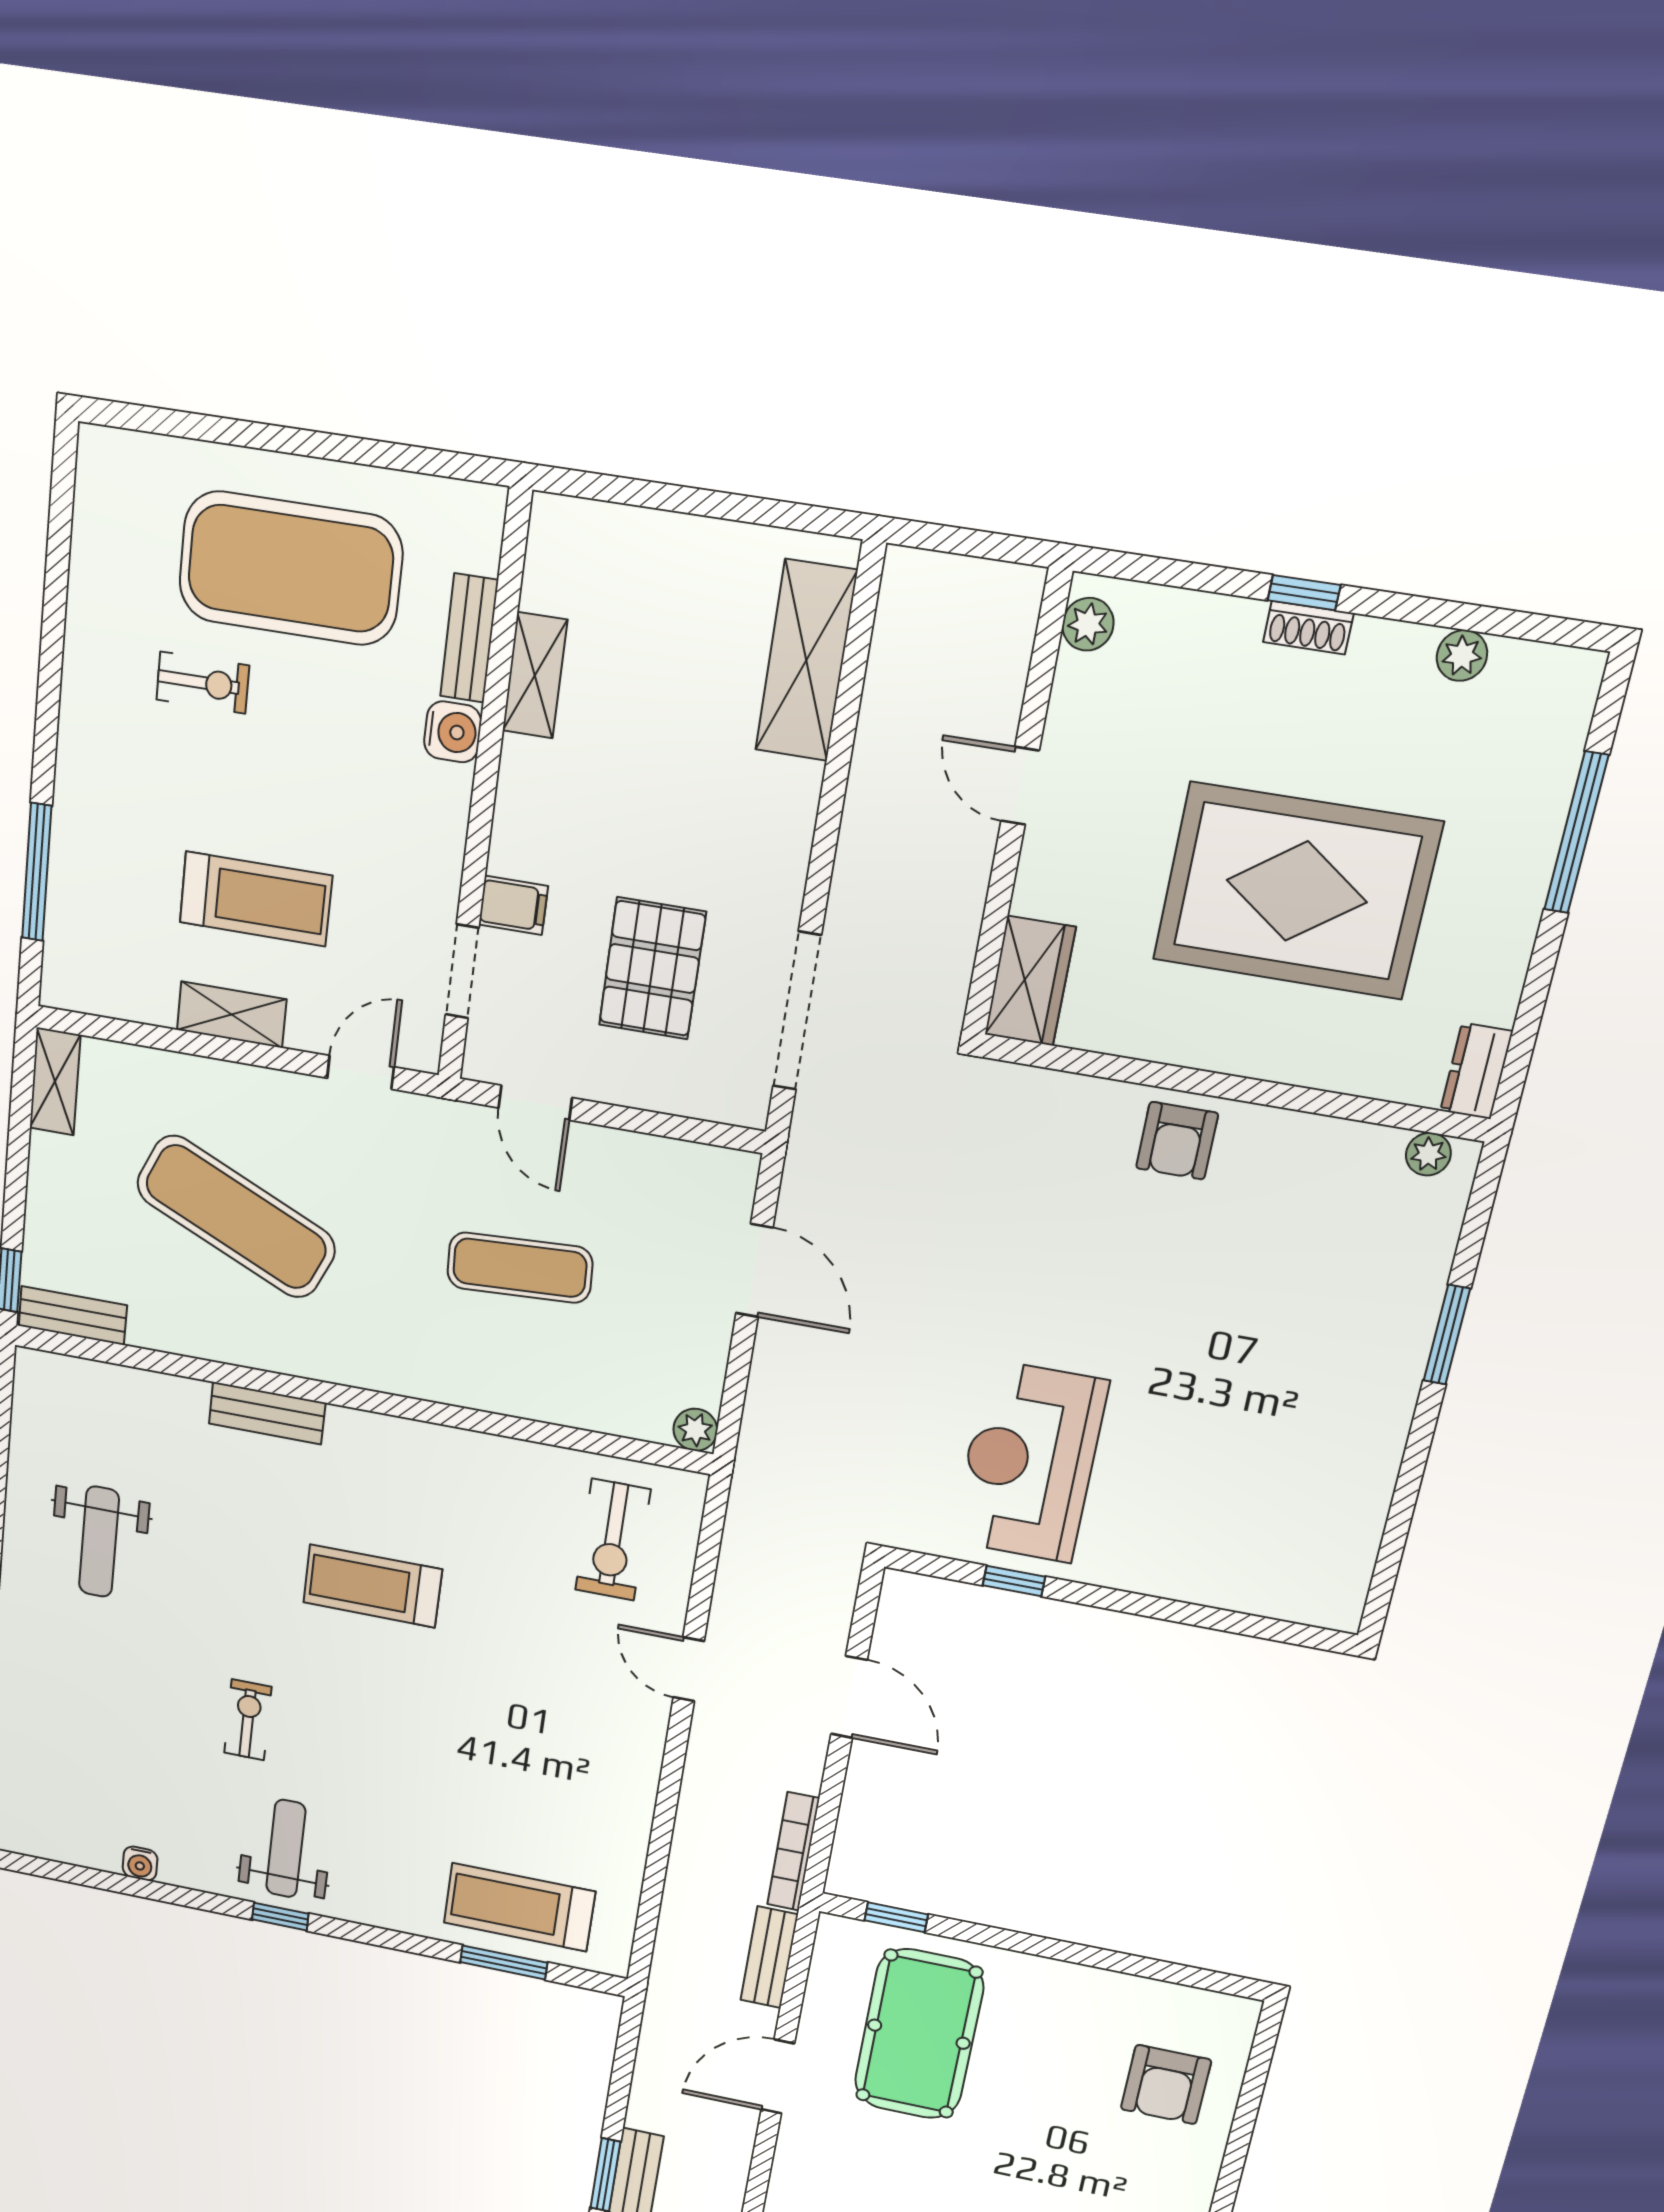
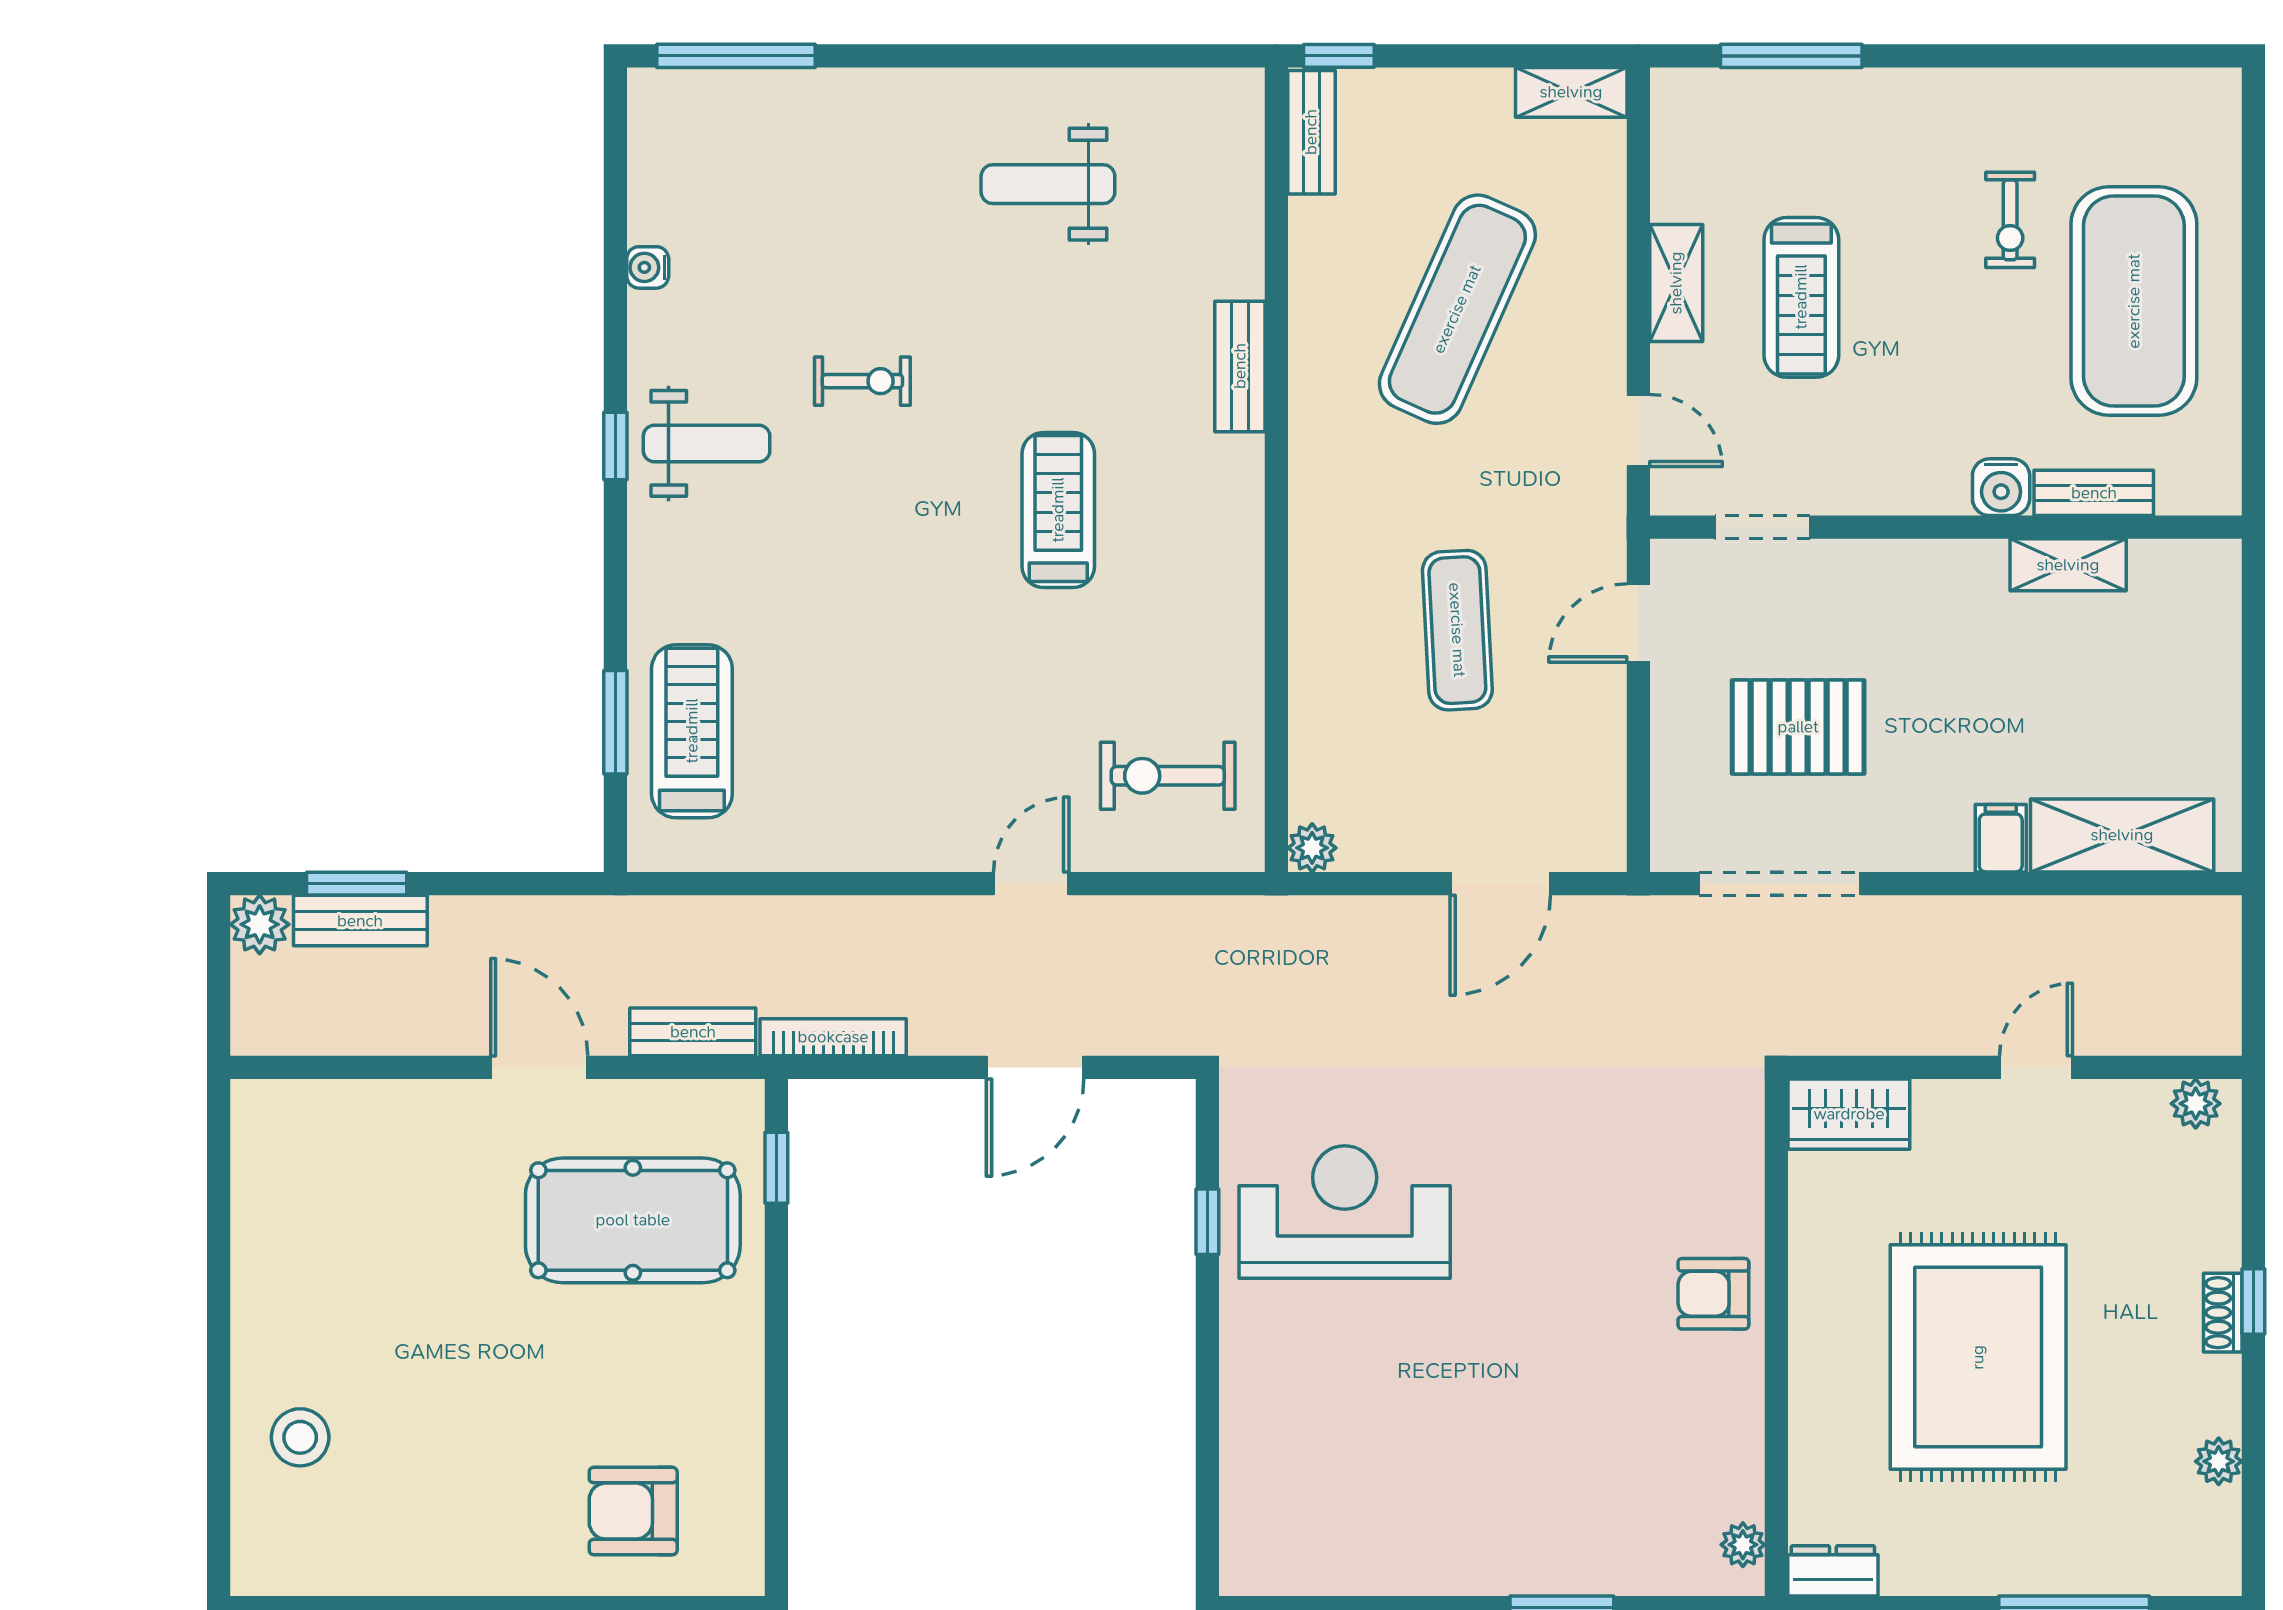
filing cabinet: (513, 905) -> (2001, 838), moved, turned 180

